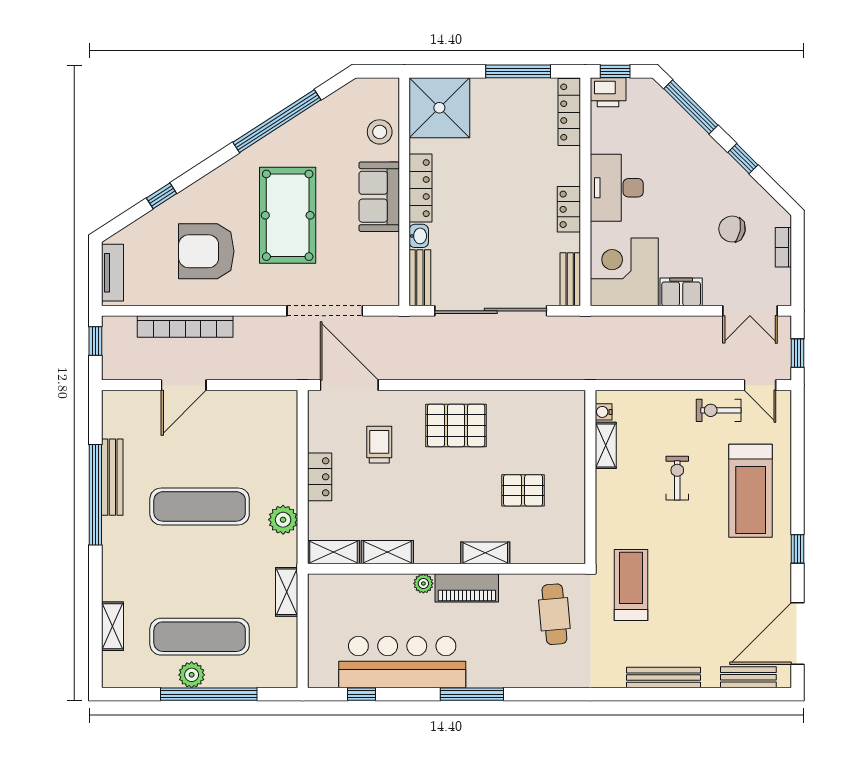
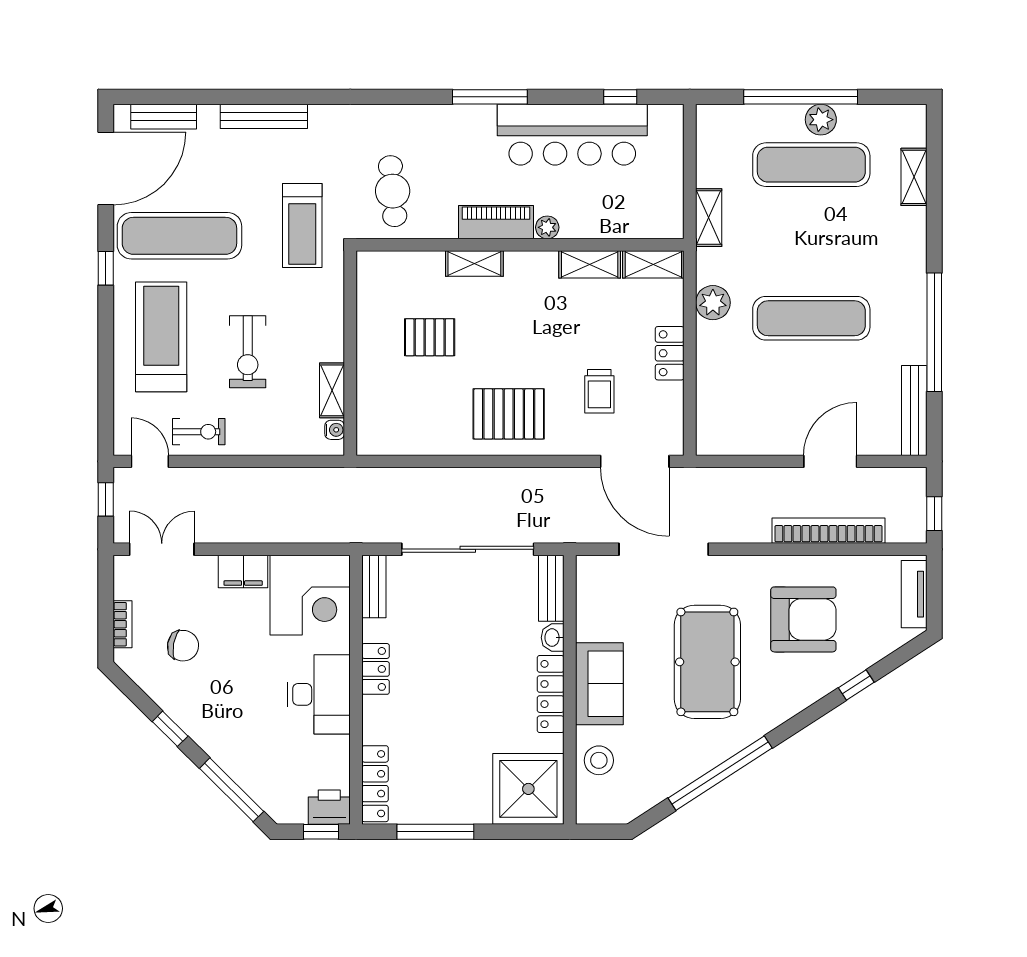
bench: (112, 477) -> (914, 410), moved
exercise bike: (677, 478) -> (248, 352), width x1.38, depth x1.39
exercise mat: (735, 576) -> (179, 236), added

